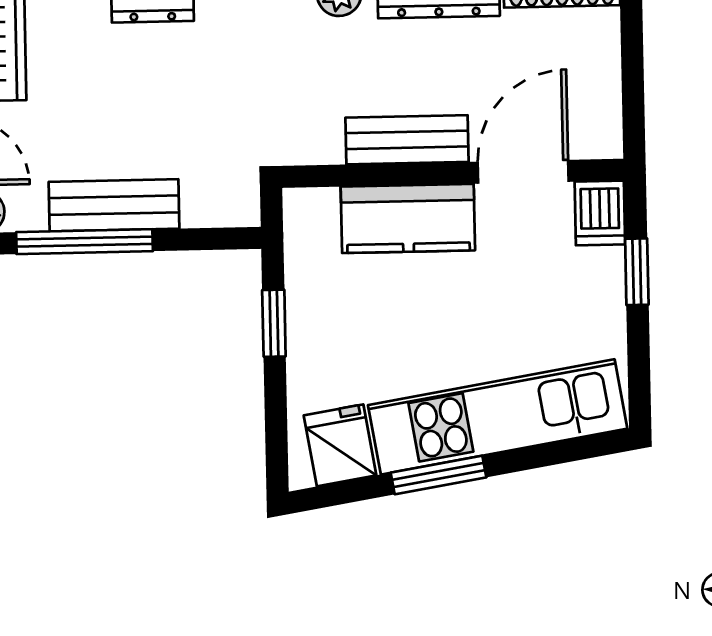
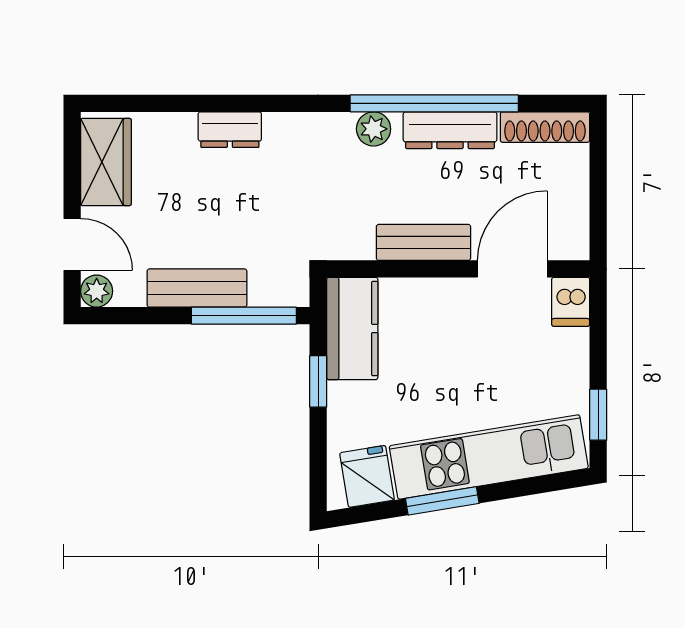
kitchen counter: (408, 218) -> (352, 329), moved, turned -90
window: (84, 242) -> (244, 316), moved
window: (637, 272) -> (598, 415), moved

